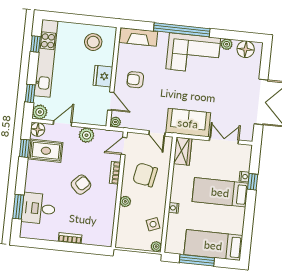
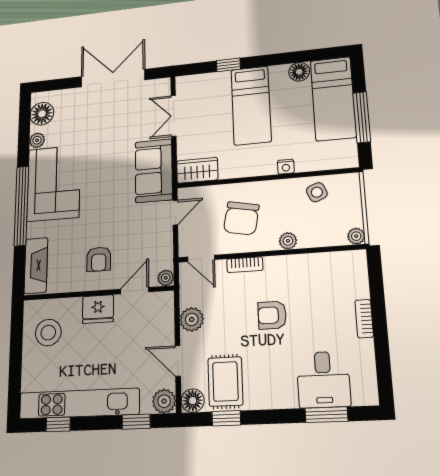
nightstand: (244, 177) -> (223, 78), removed
armchair: (81, 185) -> (272, 315), turned -45
floor lamp: (237, 227) -> (299, 72), added
plant: (156, 247) -> (356, 236), moved

